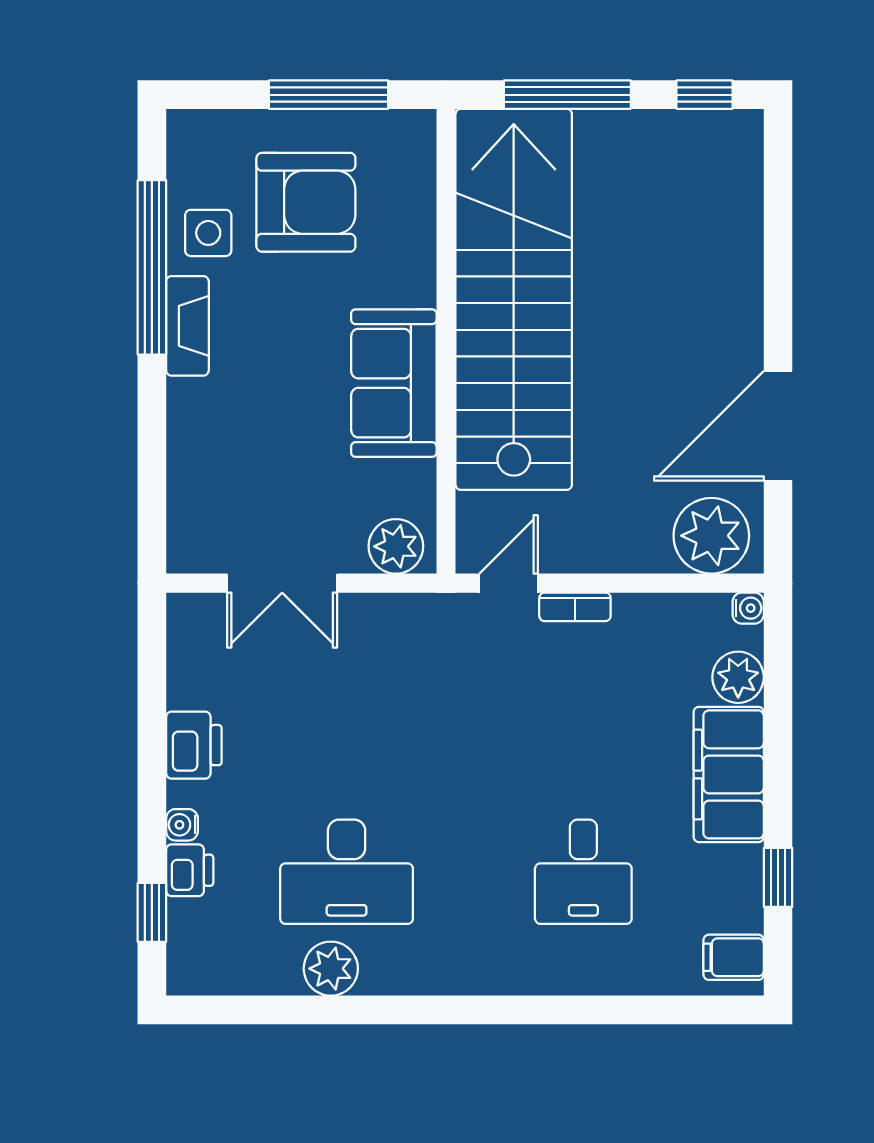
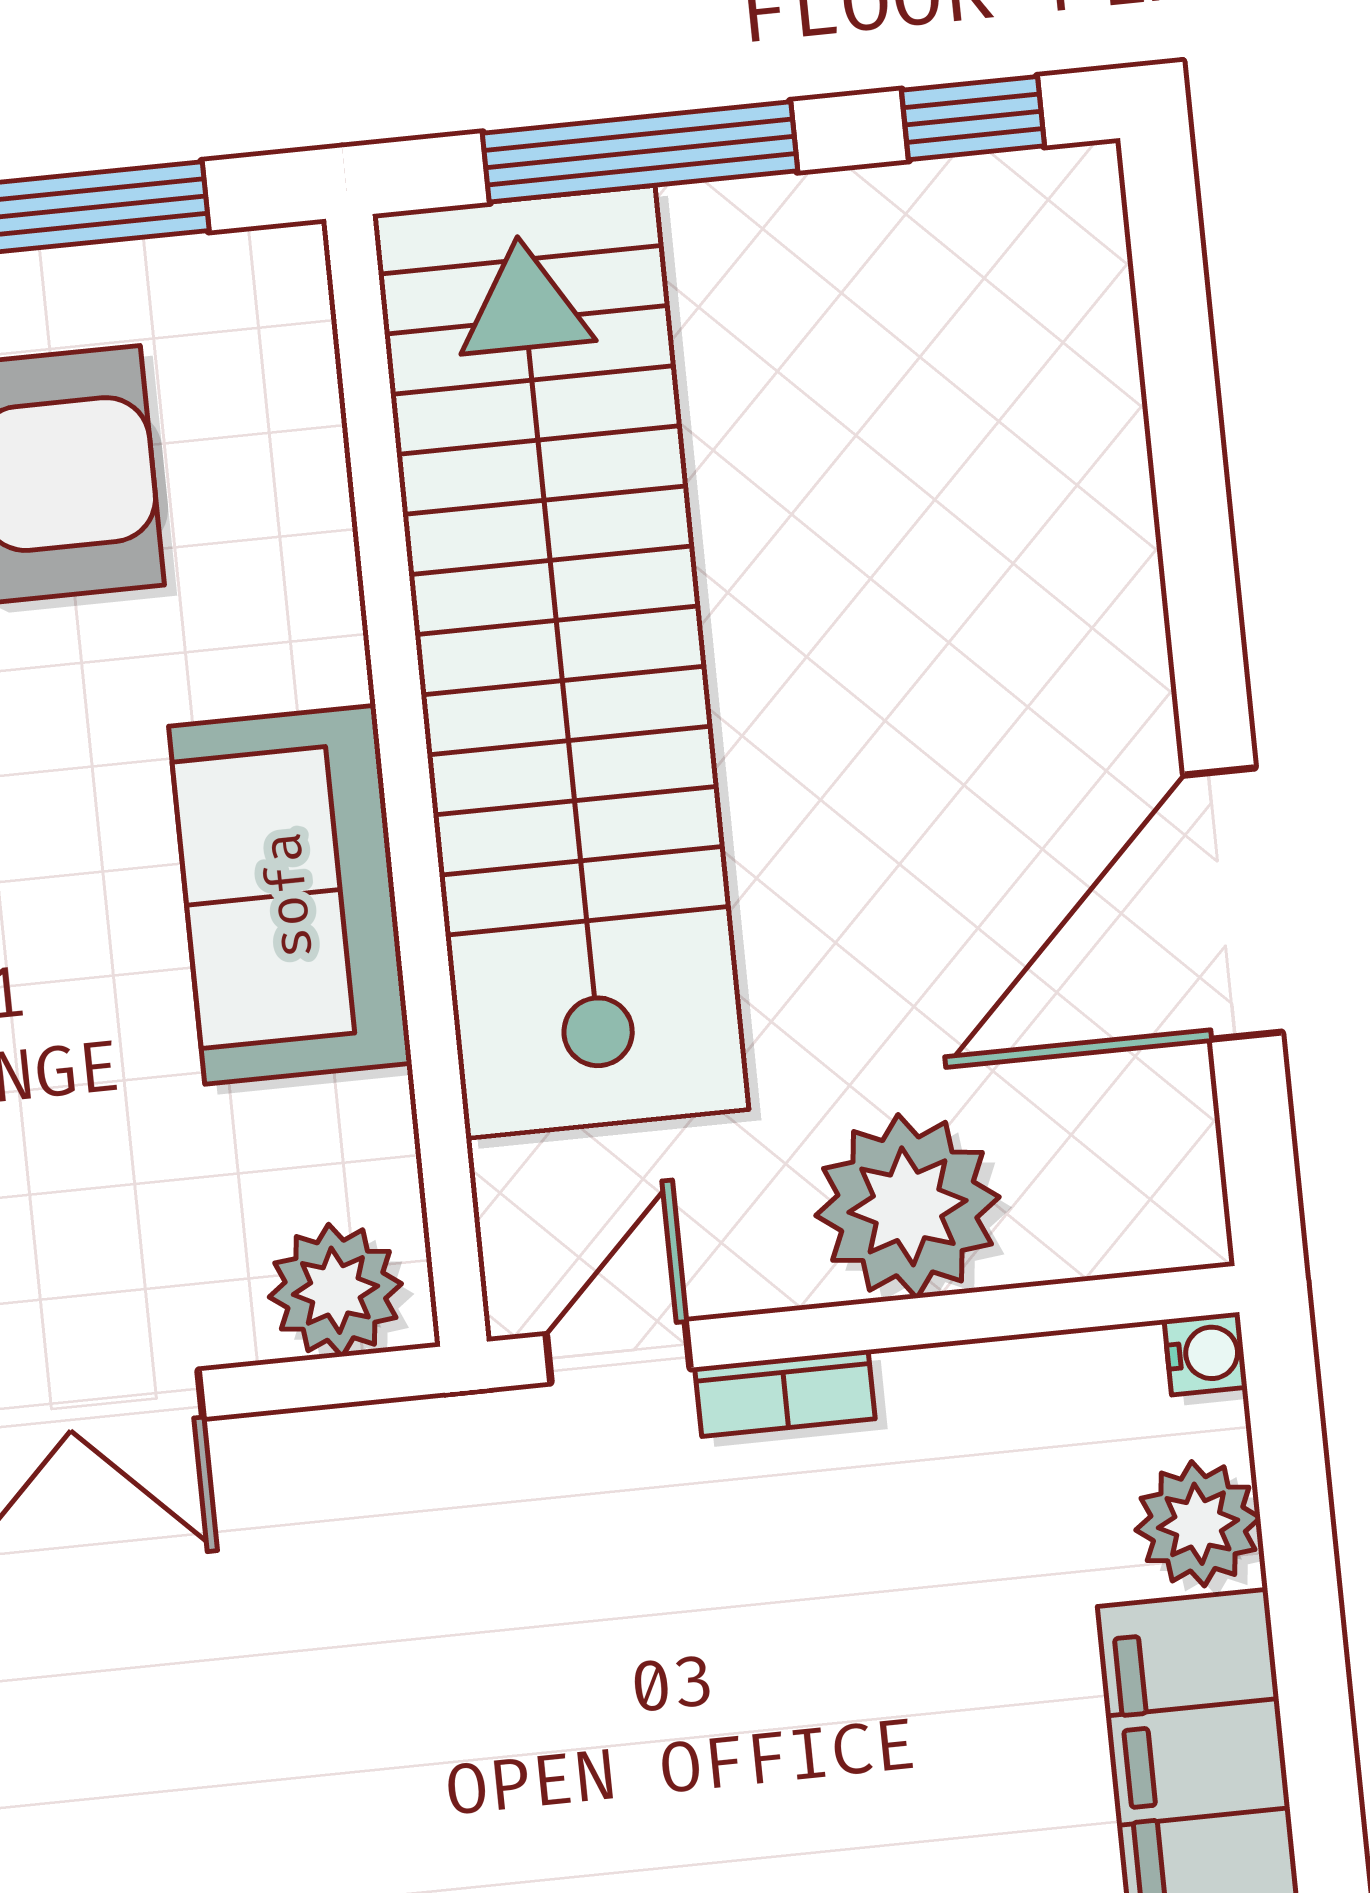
plant: (711, 536) -> (907, 1206), moved

